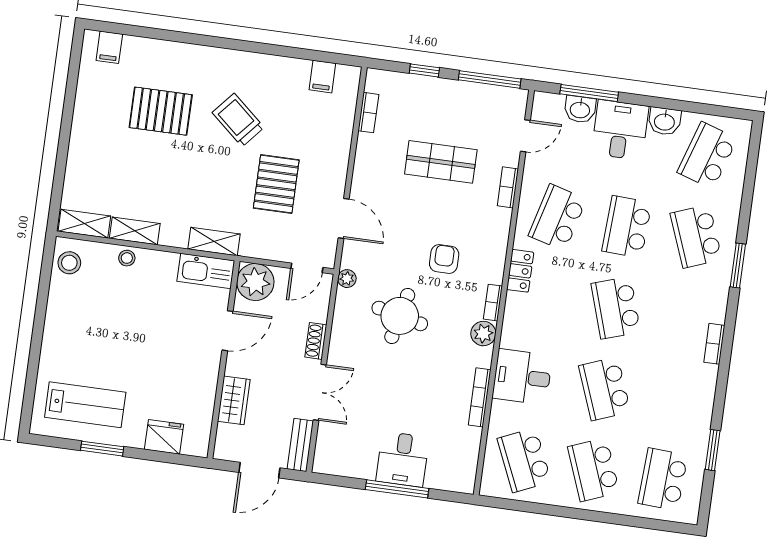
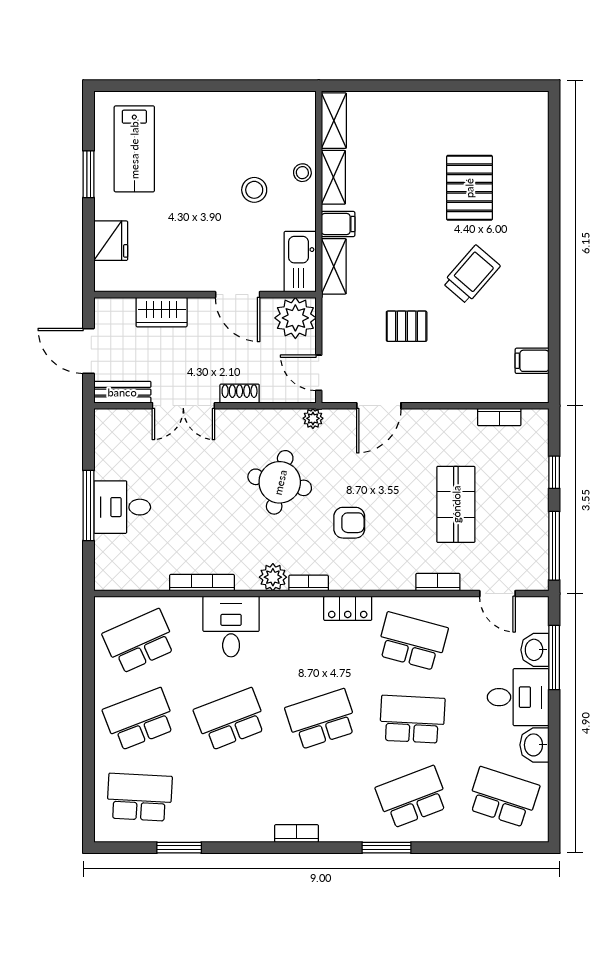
filing cabinet: (109, 47) -> (338, 224), moved, turned 180
pallet: (276, 184) -> (407, 326), width x0.67, depth x0.71
stool: (69, 263) -> (254, 190), moved

